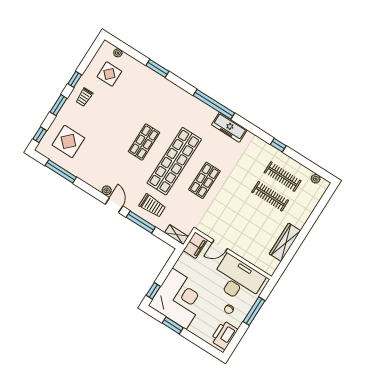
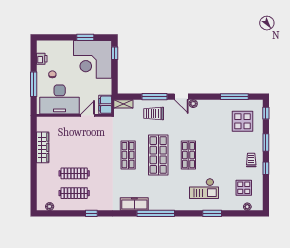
checkout: (150, 98) -> (204, 189), added
shop shelf: (174, 161) -> (158, 155), width x0.71
printer: (224, 335) -> (42, 59), width x0.53, depth x0.68

